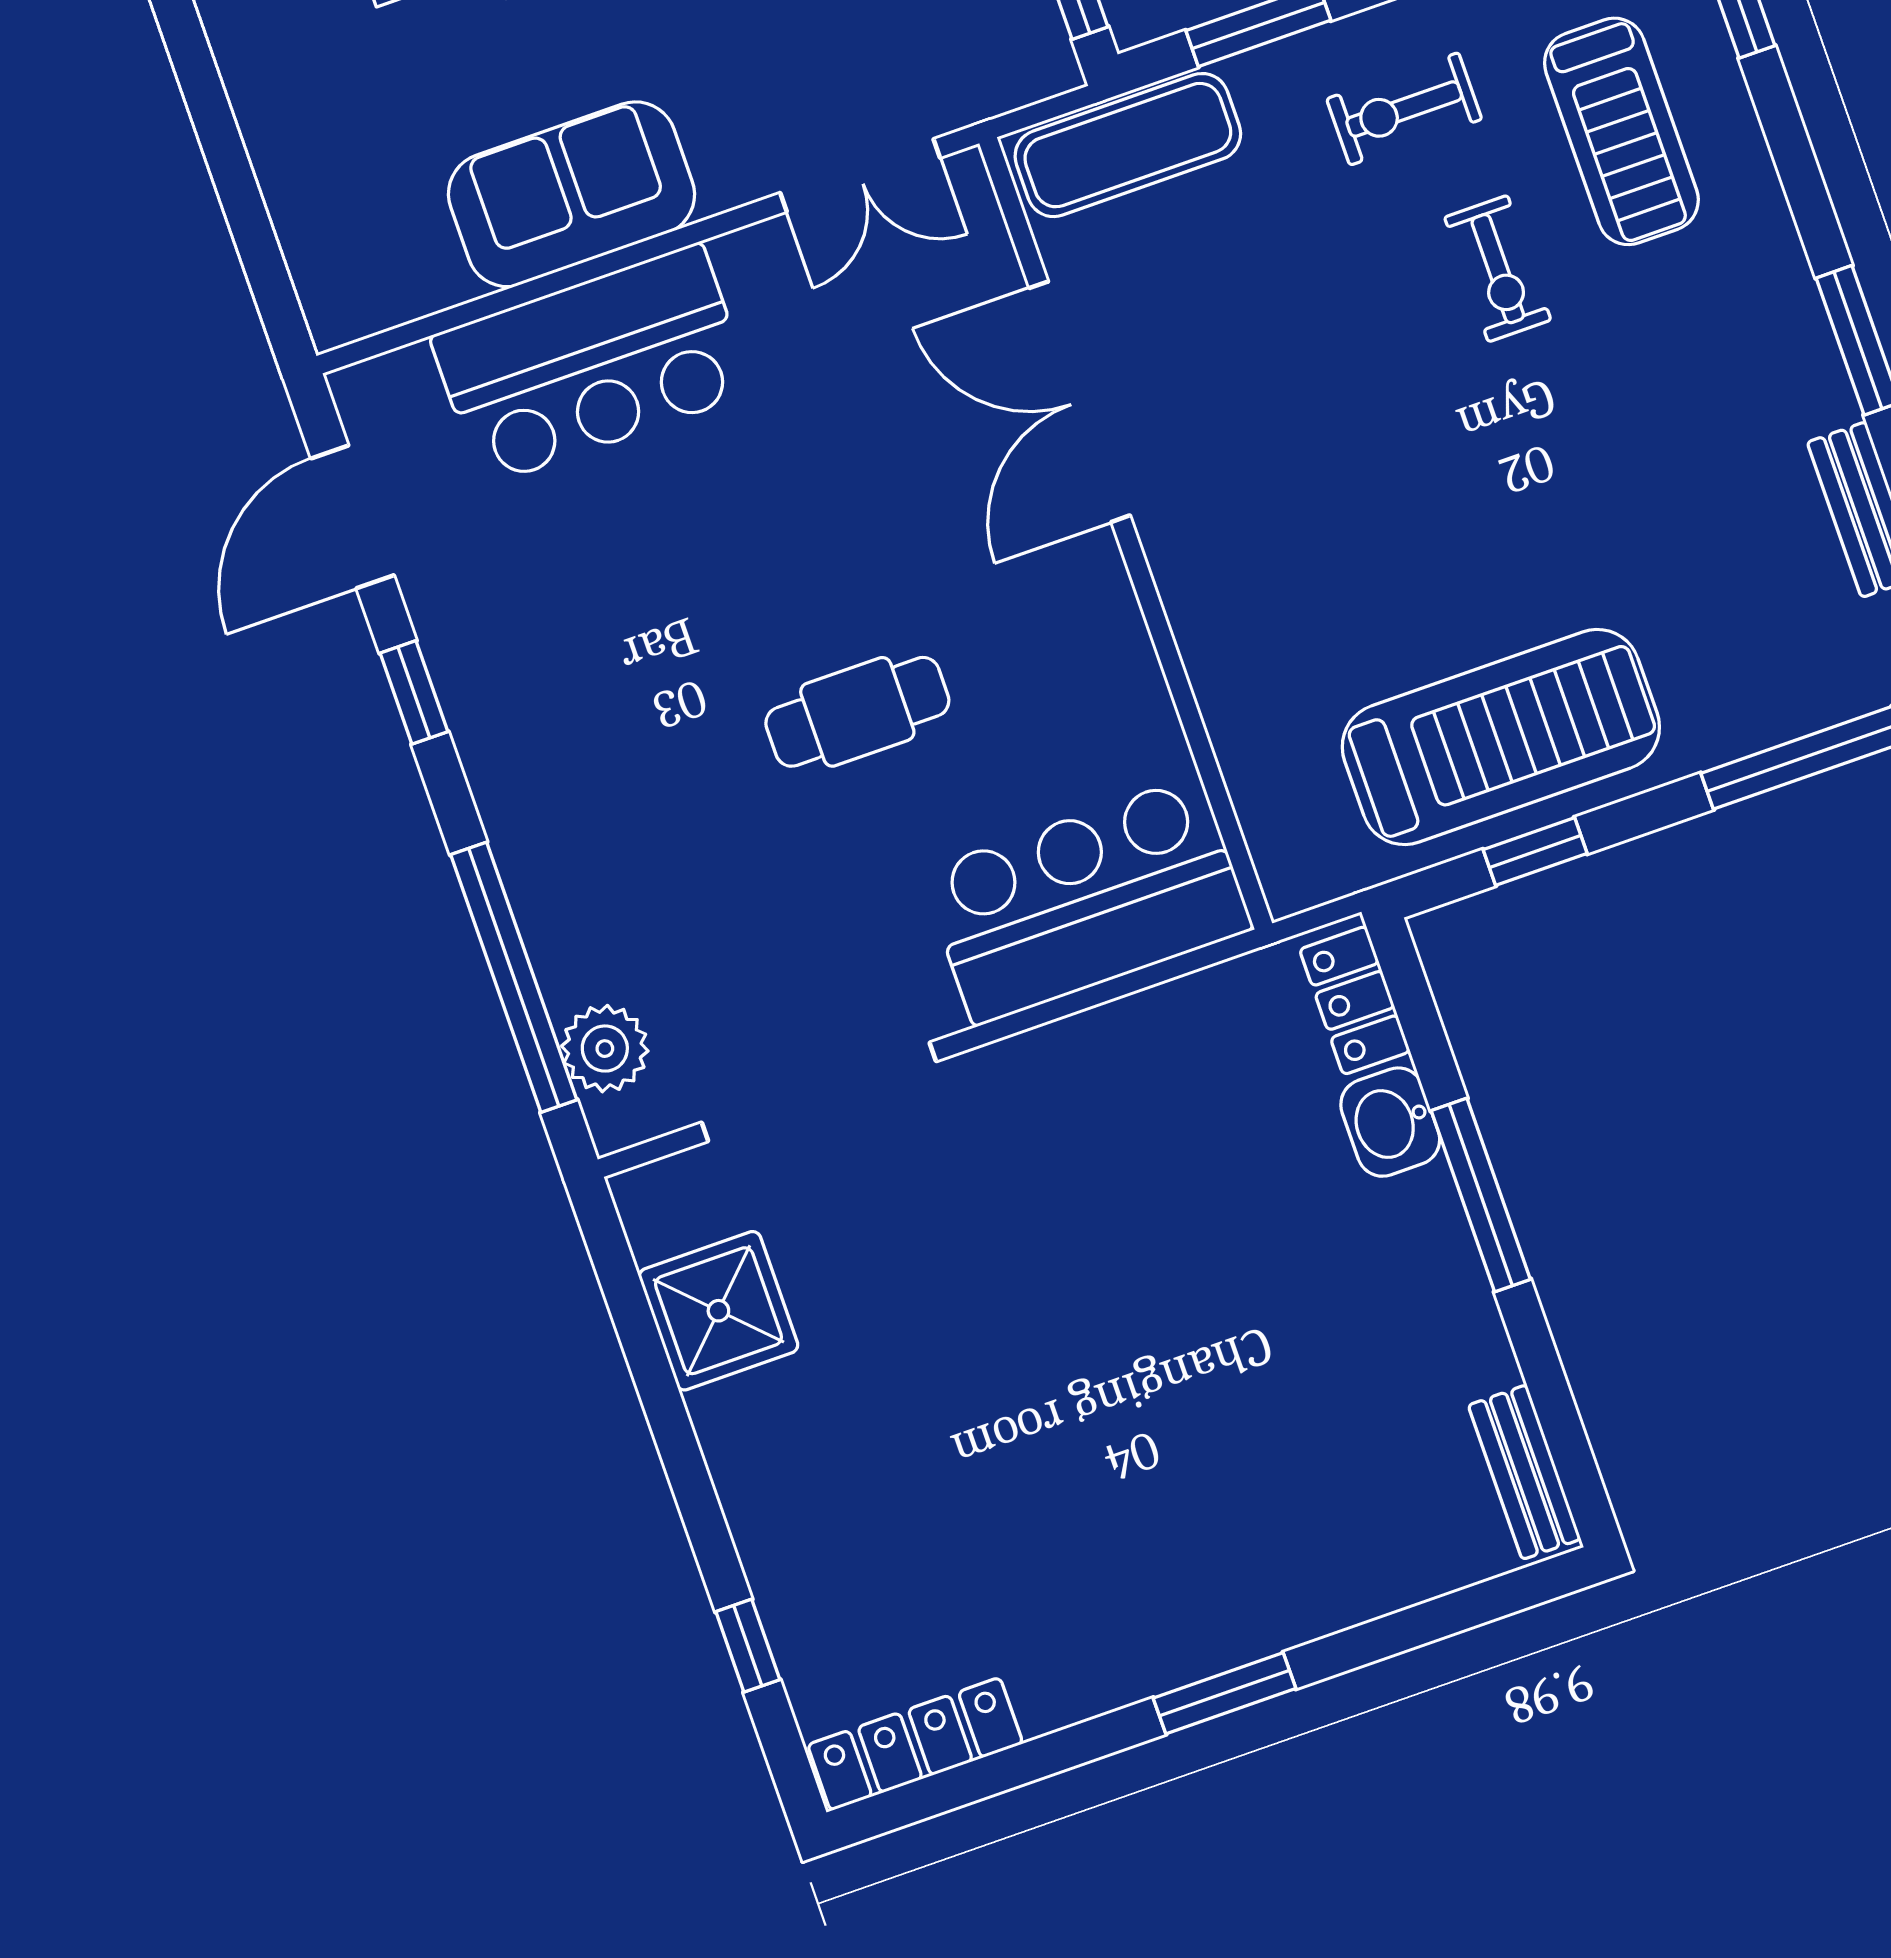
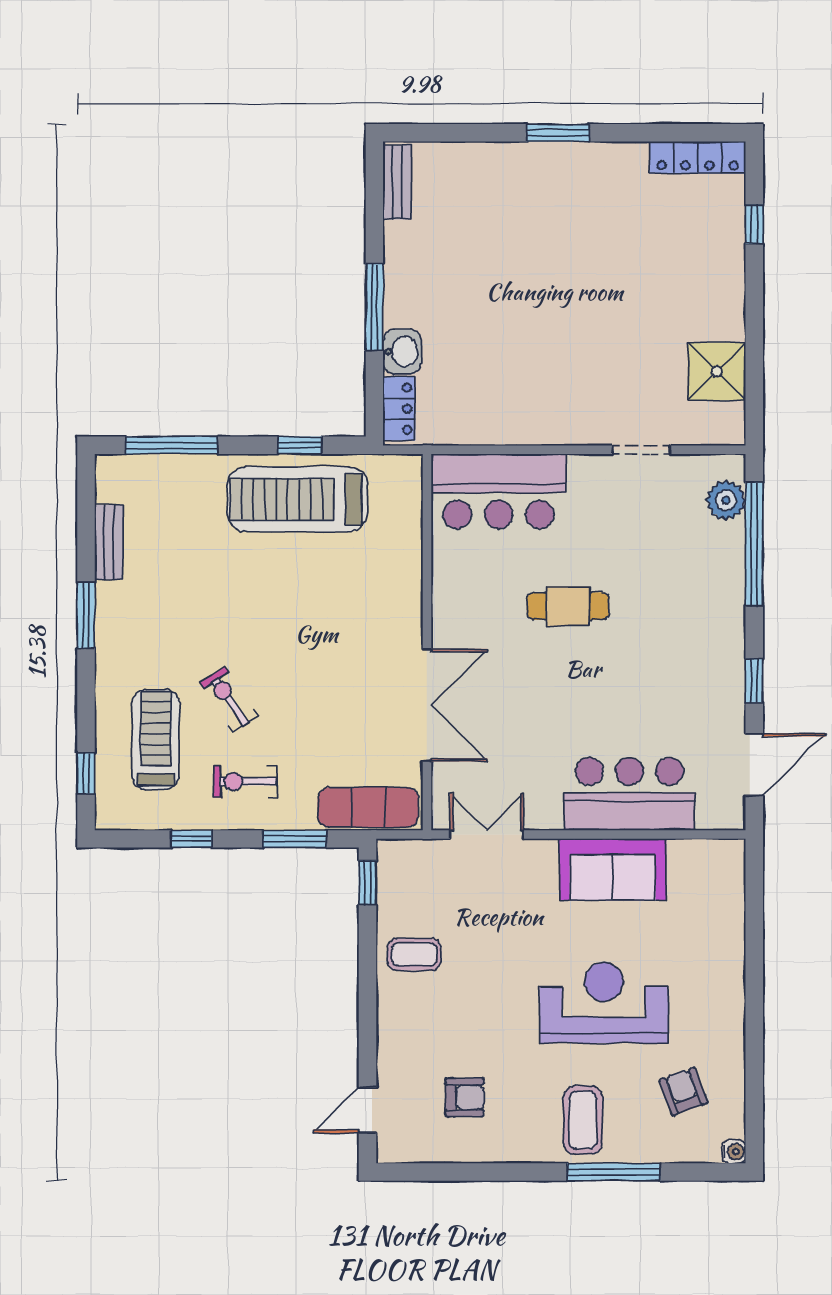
exercise bike: (1404, 109) -> (245, 781), turned 180
exercise bike: (1498, 269) -> (229, 699), turned -34
doorway: (819, 1092) -> (641, 450), width x0.53

